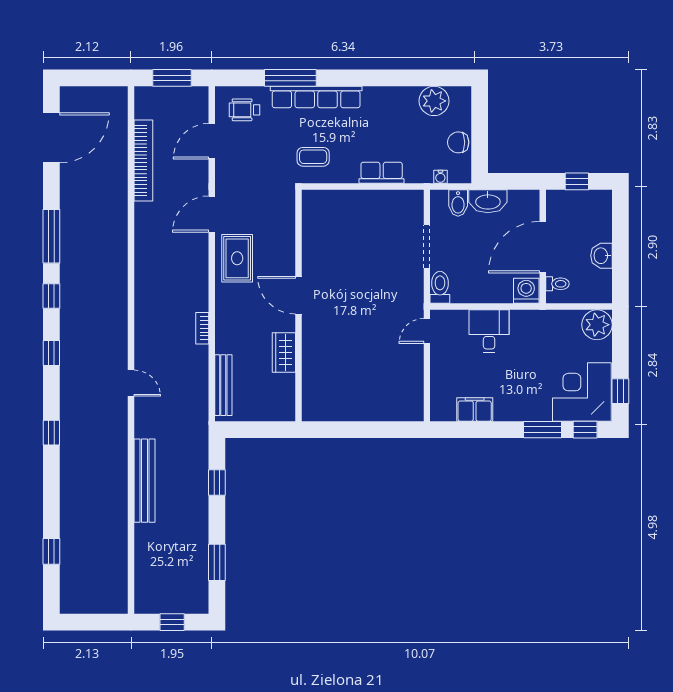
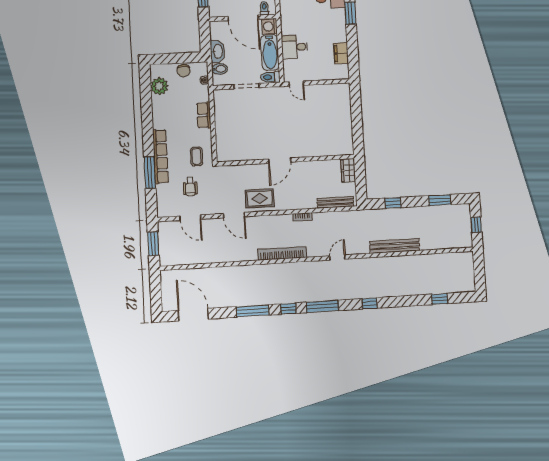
wheelchair: (244, 110) -> (190, 187), moved
bookcase: (143, 161) -> (282, 253), moved
bathtub: (482, 289) -> (270, 53), added
wardrobe: (284, 352) -> (348, 171), moved, turned 90
window: (51, 353) -> (322, 306), width x2.17

